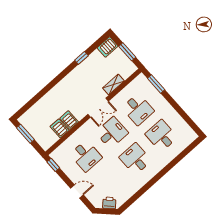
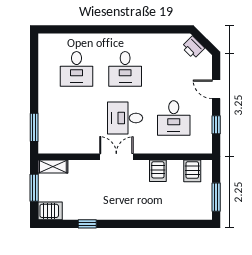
shelving: (113, 85) -> (53, 166), moved
desk: (138, 109) -> (77, 118), removed
server rack: (60, 128) -> (192, 171), moved
desk: (86, 156) -> (174, 118), turned 180
window: (53, 165) -> (216, 125), moved

